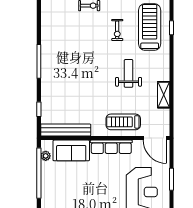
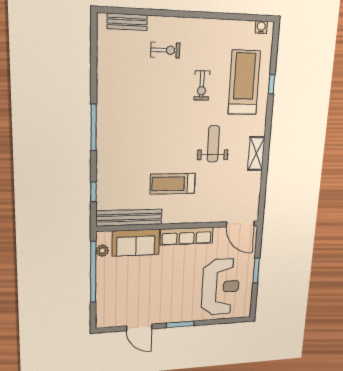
shelving: (164, 95) -> (256, 153), moved
treadmill: (123, 122) -> (173, 184), moved

